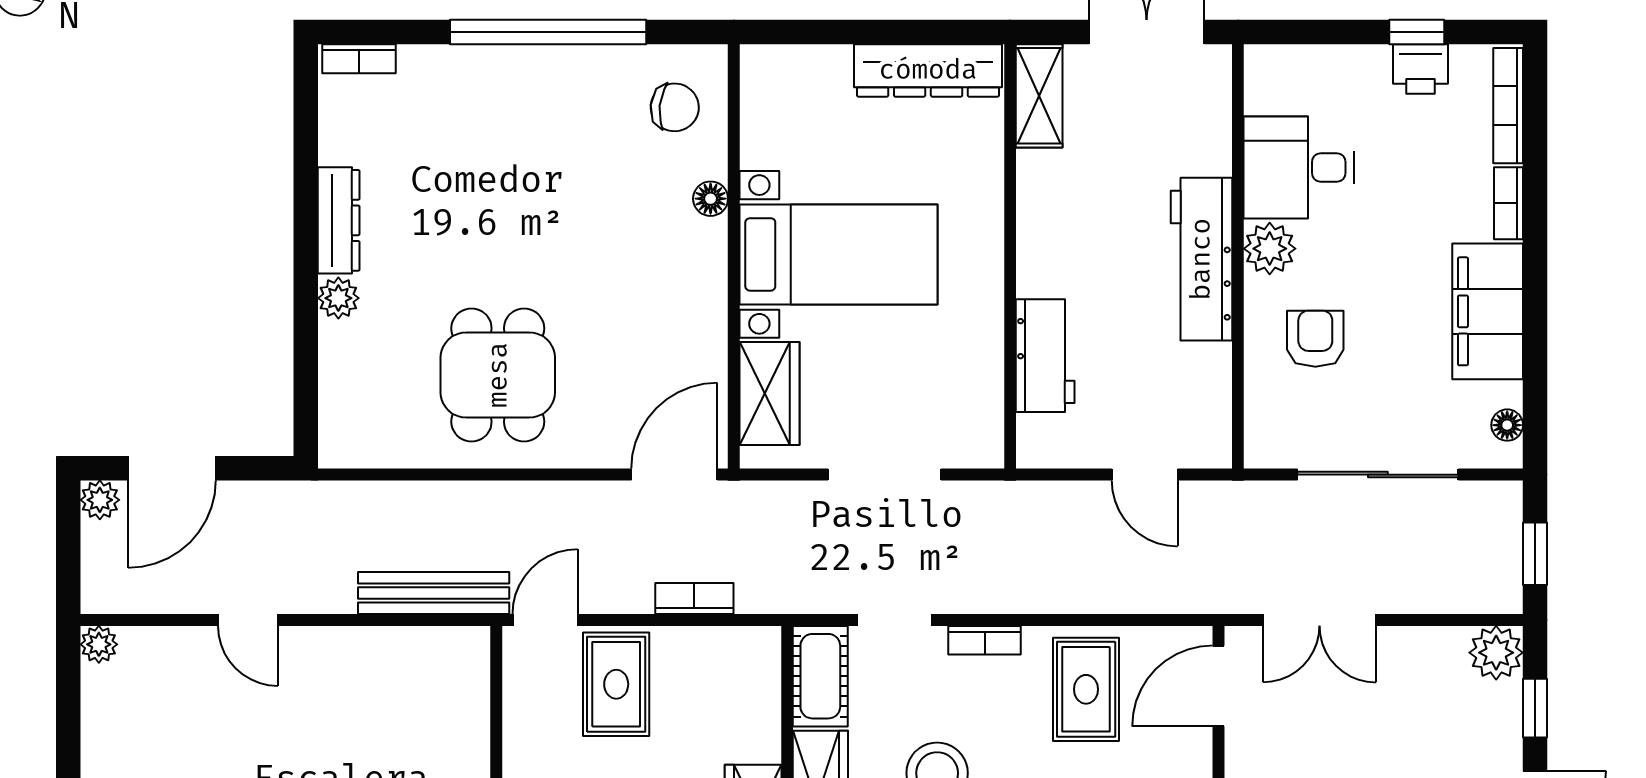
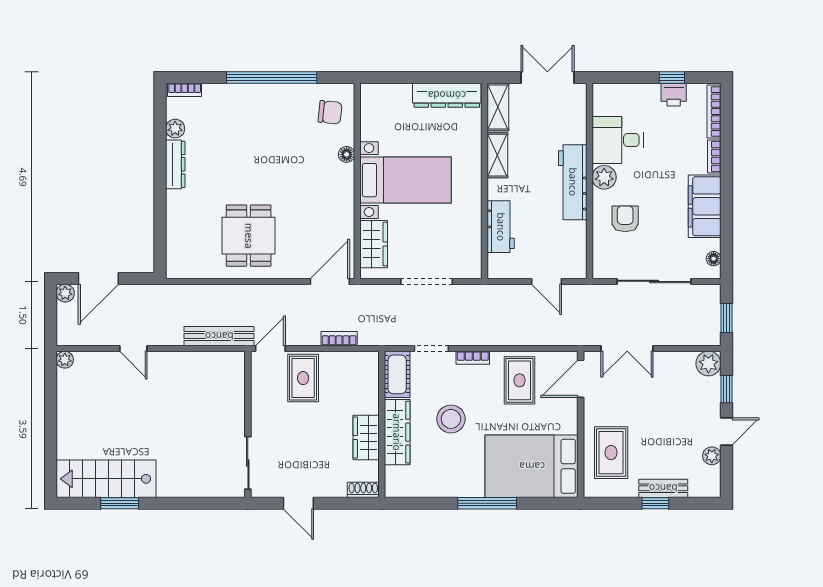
shelving: (1038, 201) -> (497, 155), added
plant: (338, 298) -> (175, 129), moved

